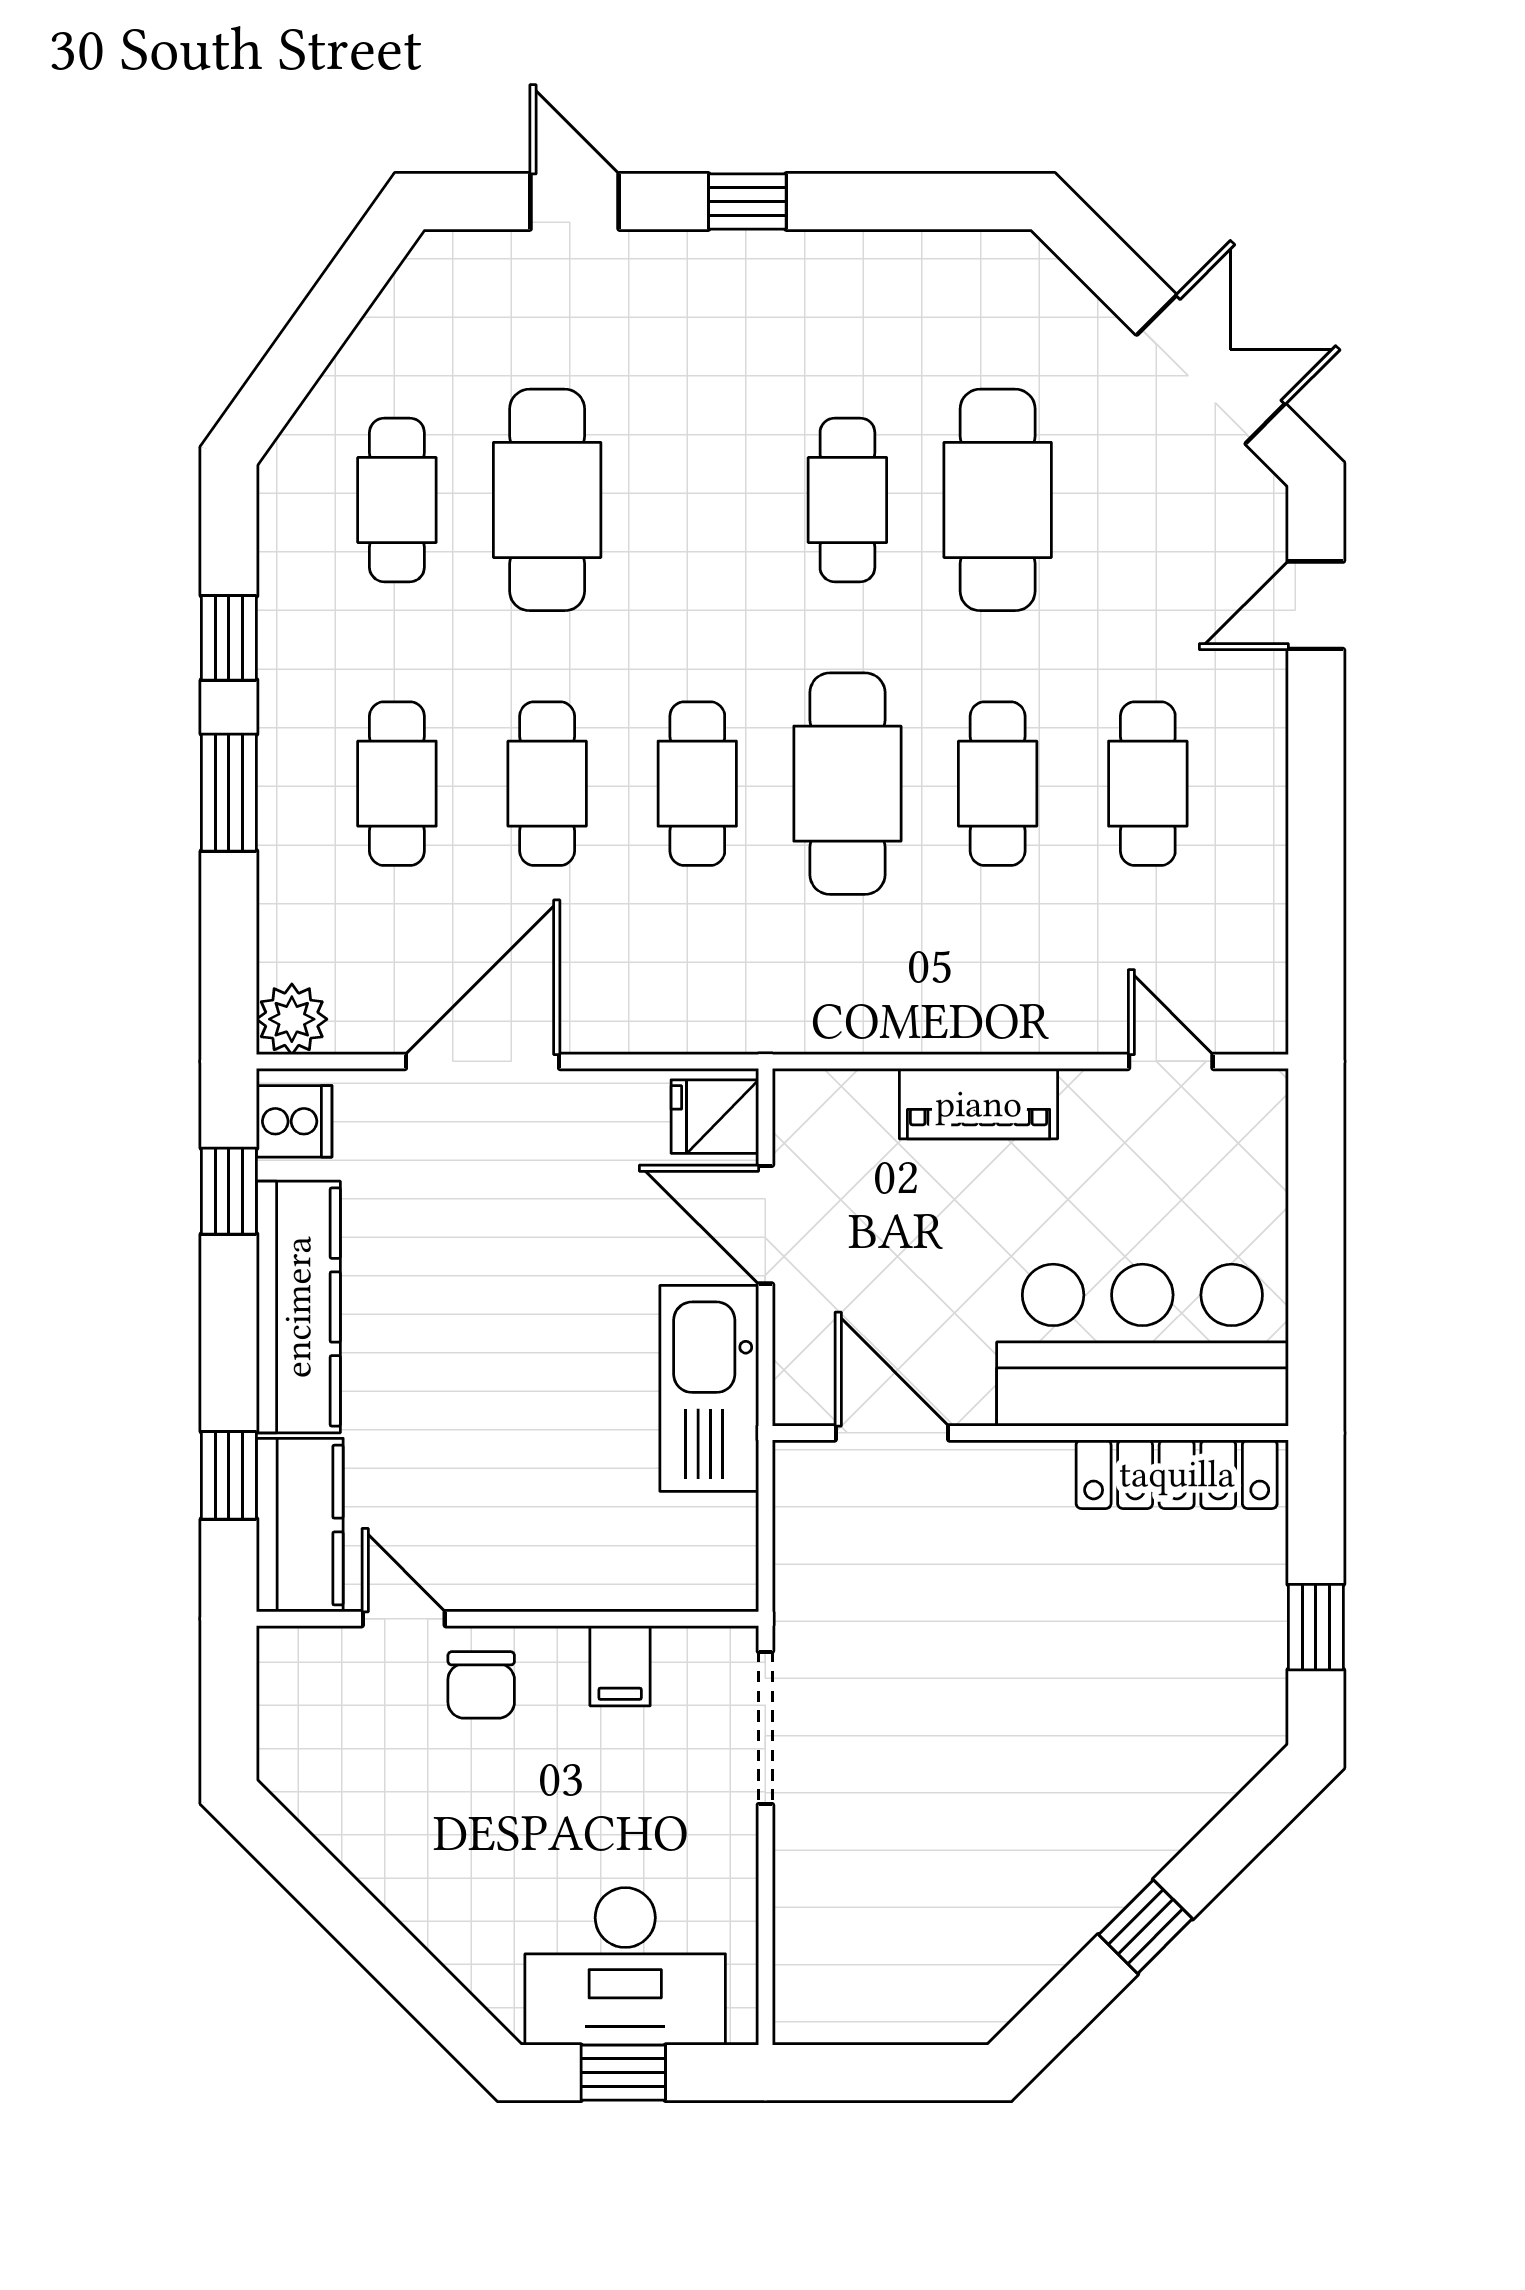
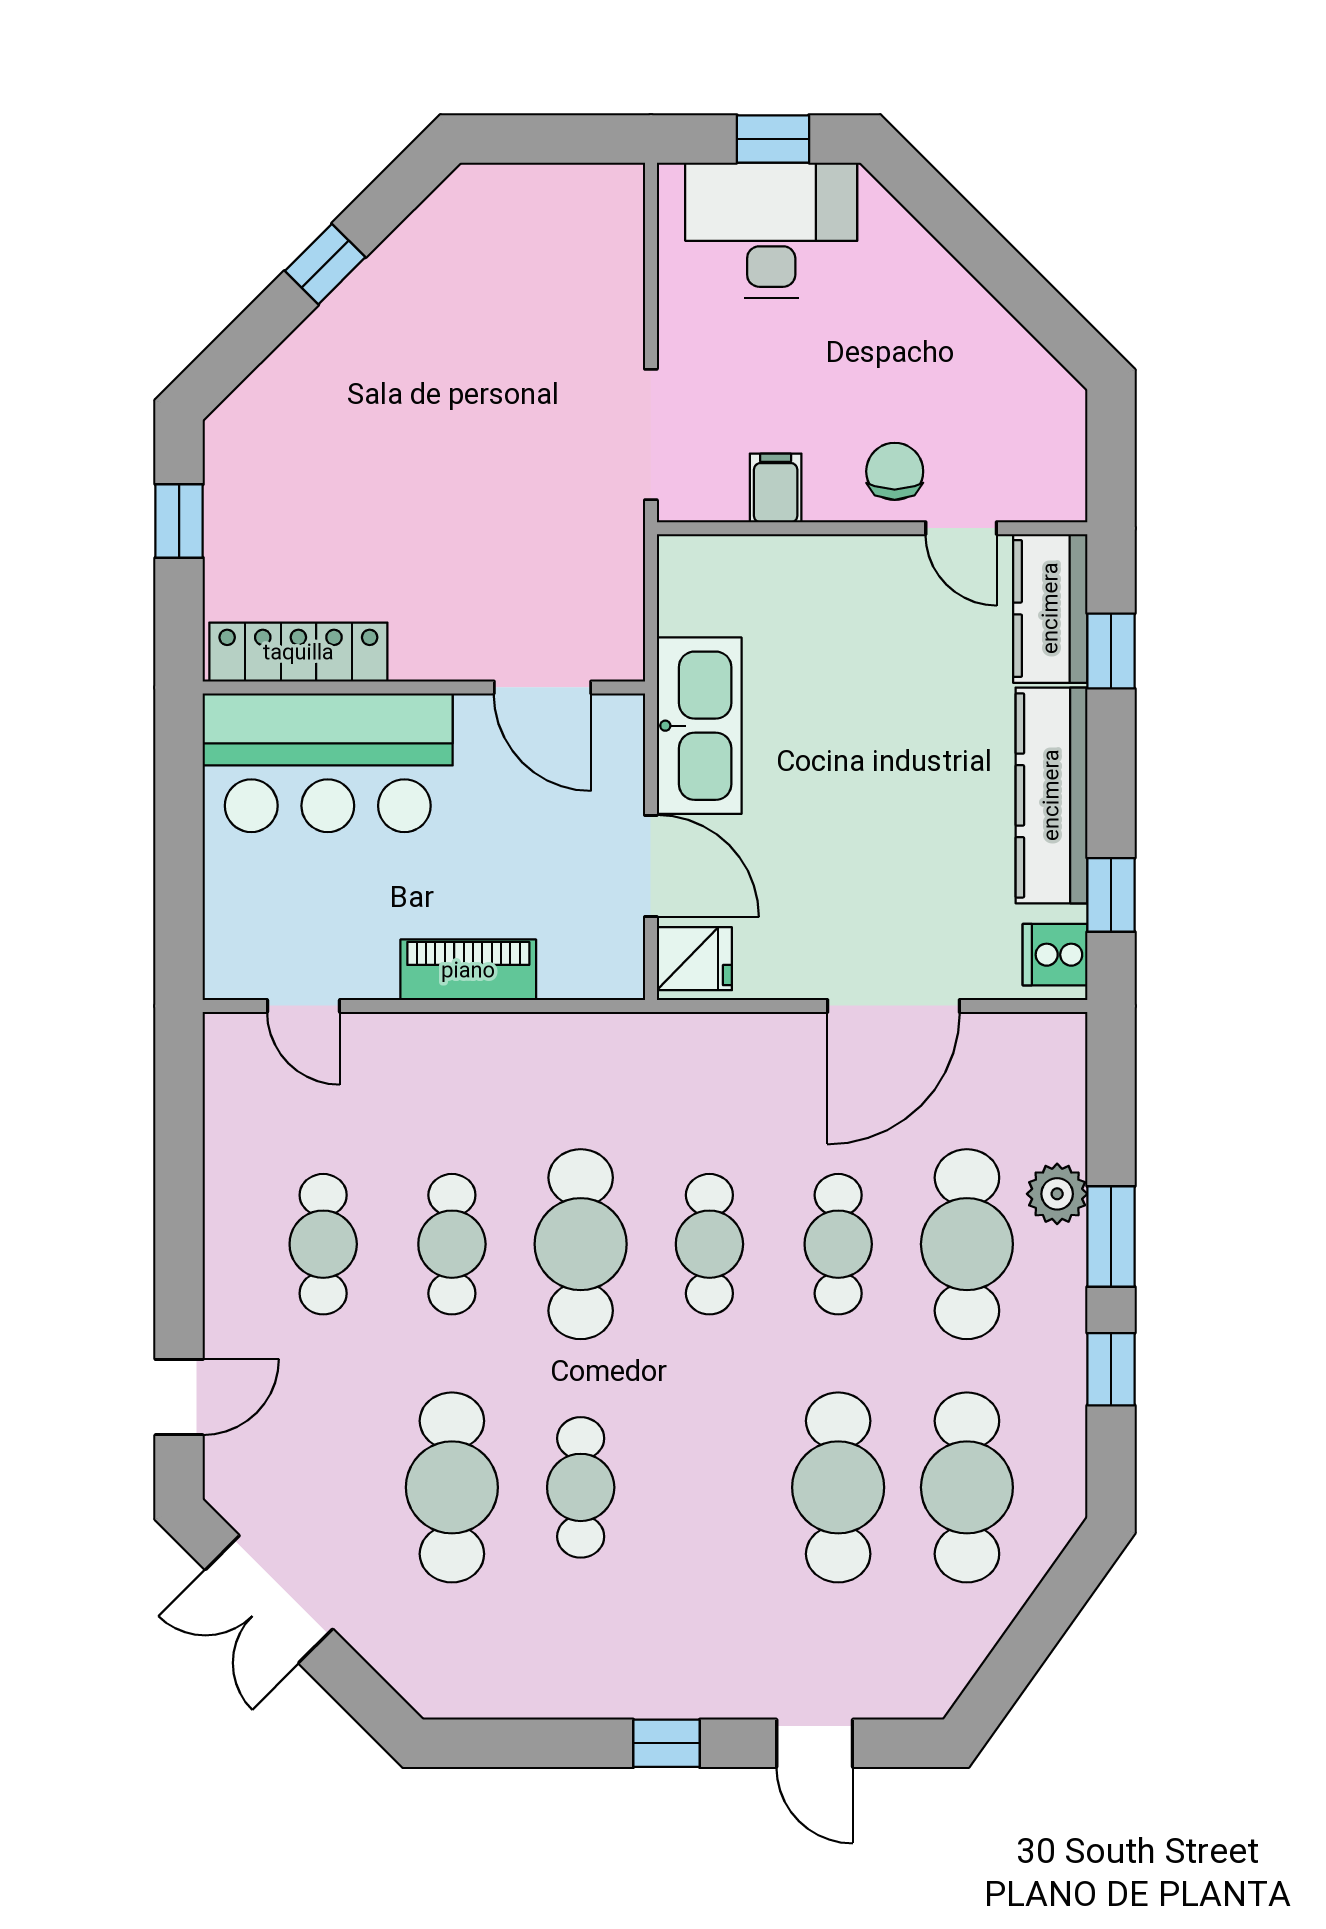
cafe table: (397, 500) -> (967, 1487), width x1.37, depth x1.35
cafe table: (397, 784) -> (967, 1244), width x1.37, depth x1.35
plant: (292, 1019) -> (1057, 1194), moved

